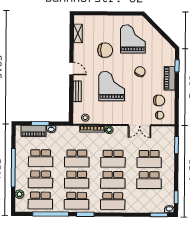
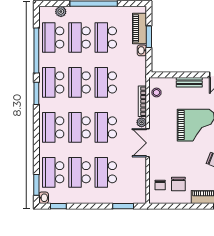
double door: (140, 125) -> (148, 143), moved
school desk: (149, 201) -> (53, 172), added

